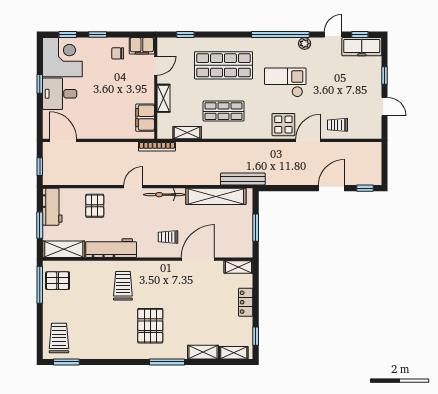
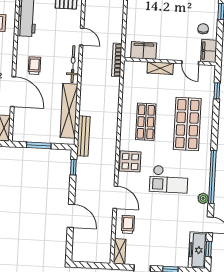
checkout: (285, 82) -> (169, 179), turned 90
display table: (283, 125) -> (130, 161), moved
shelving: (187, 133) -> (119, 251), moved
window: (365, 188) -> (73, 167), moved

